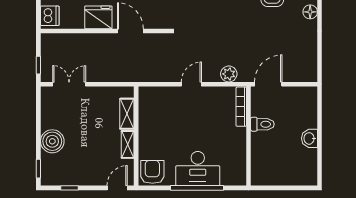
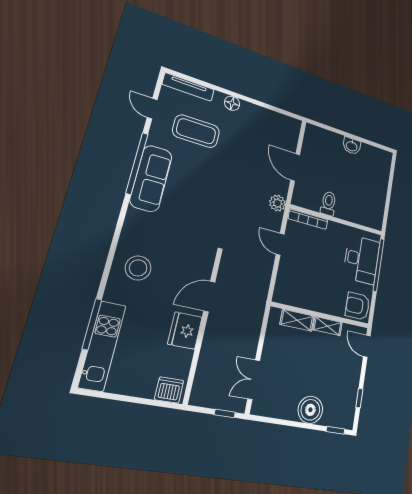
bookcase: (241, 107) -> (308, 219), moved
toilet: (262, 124) -> (328, 203), moved
wall: (248, 136) -> (337, 220), moved

